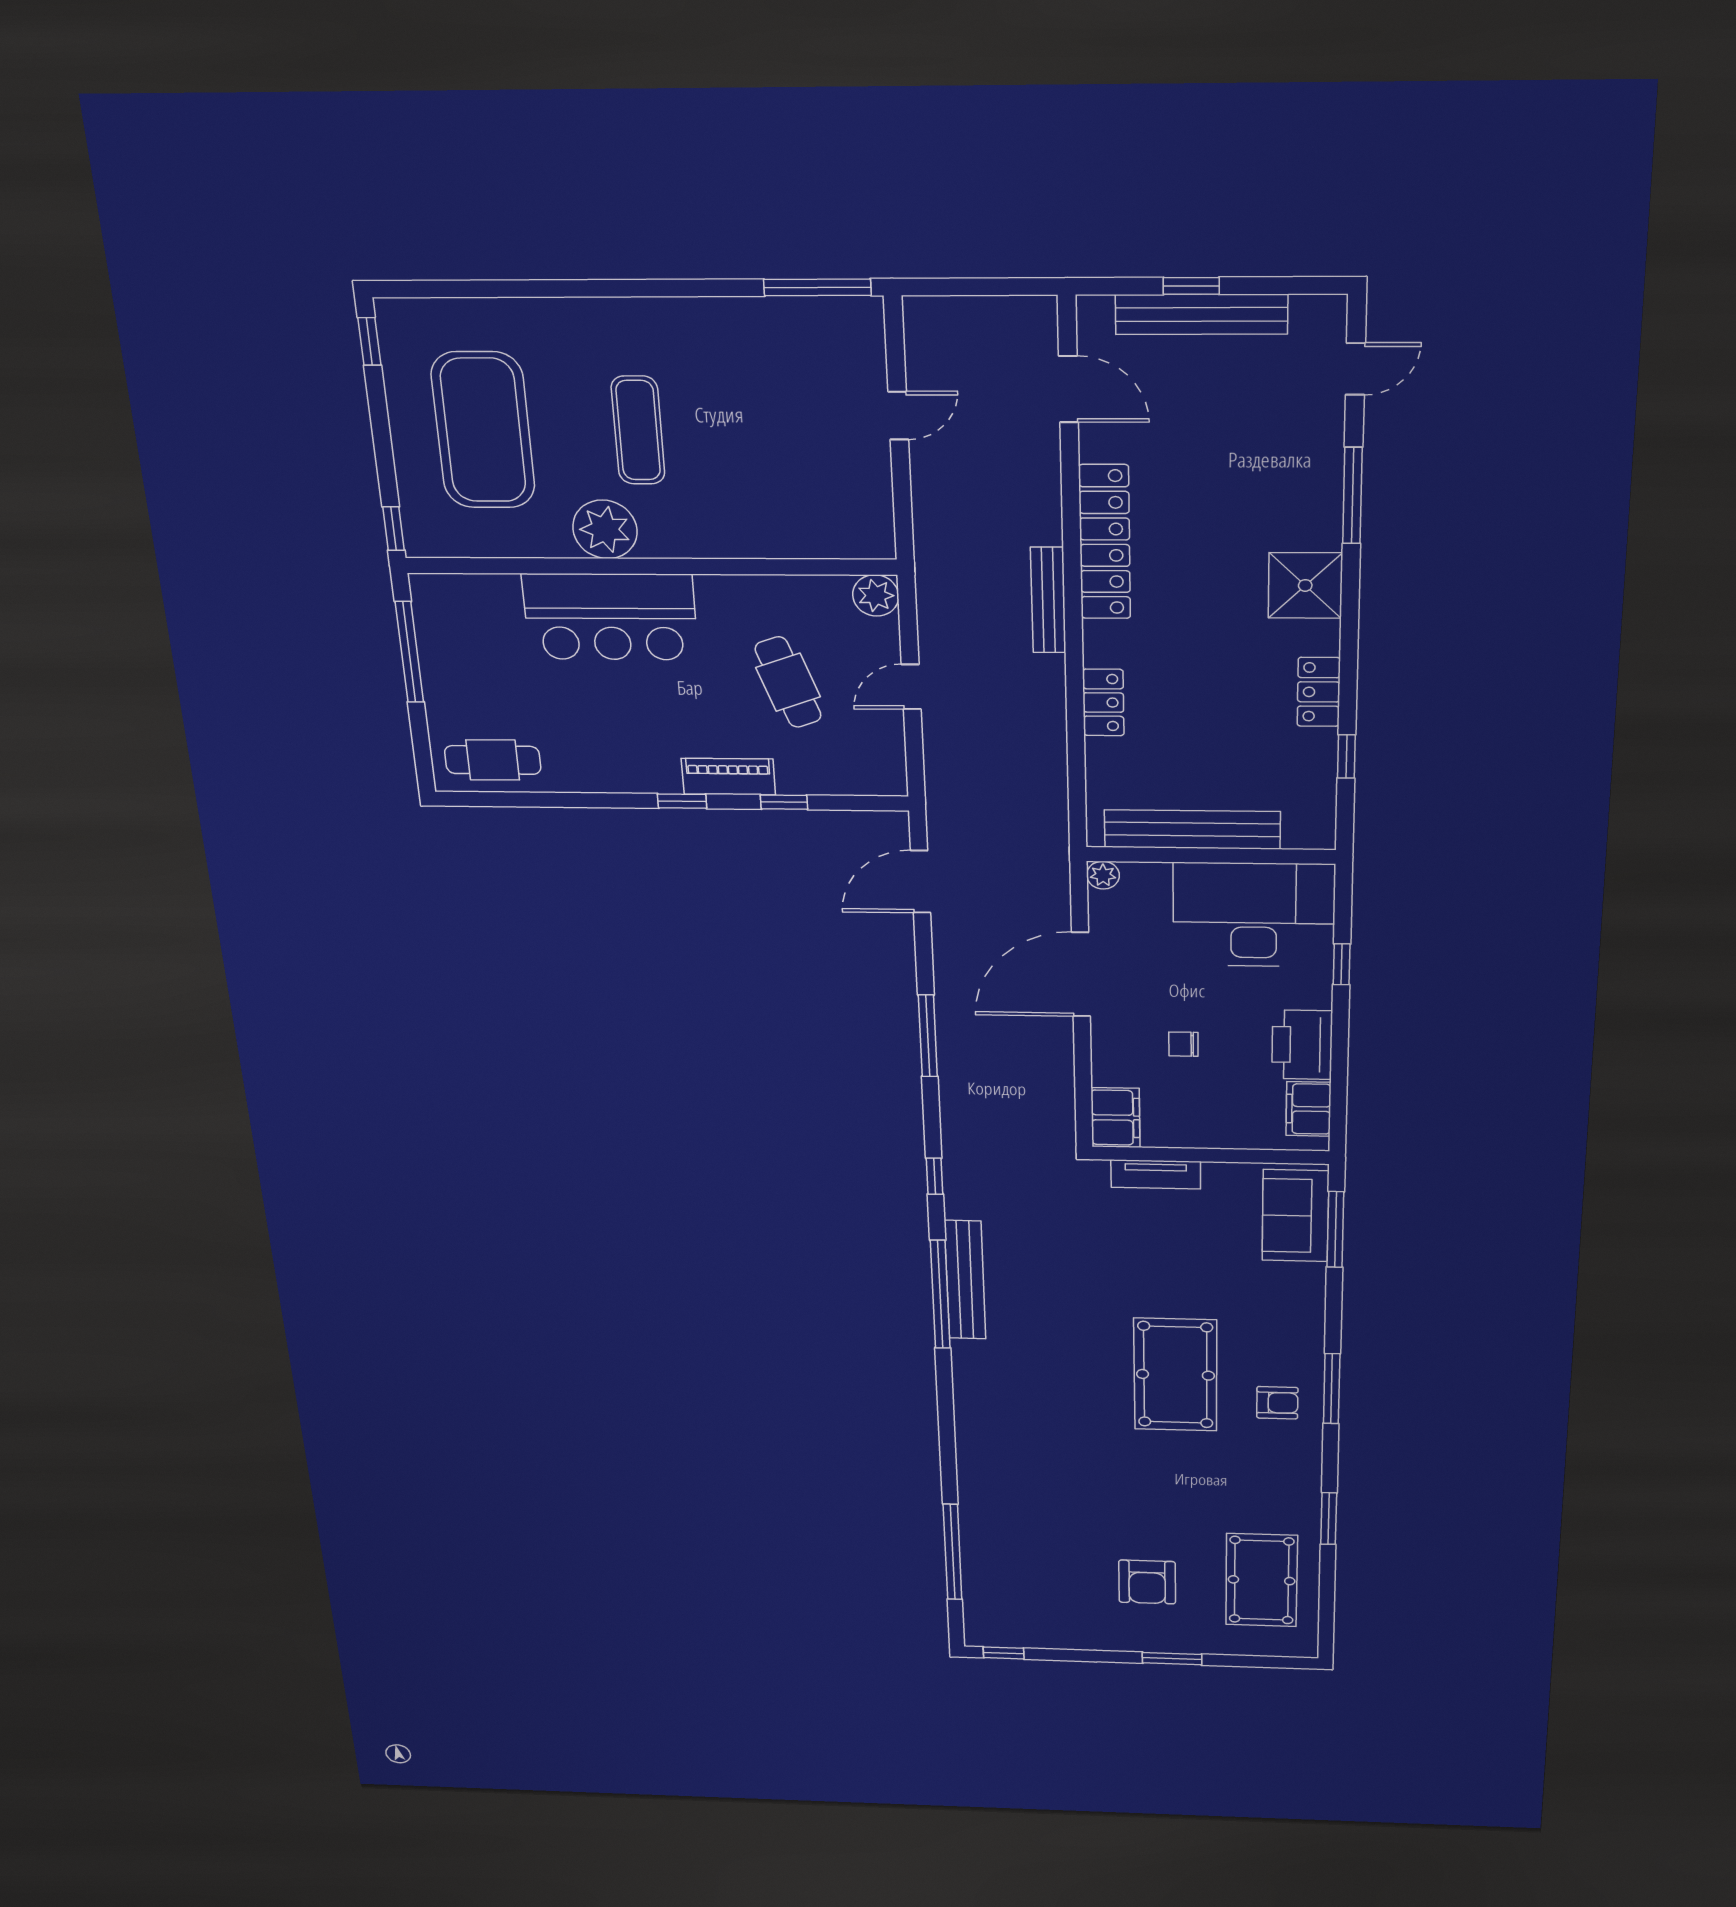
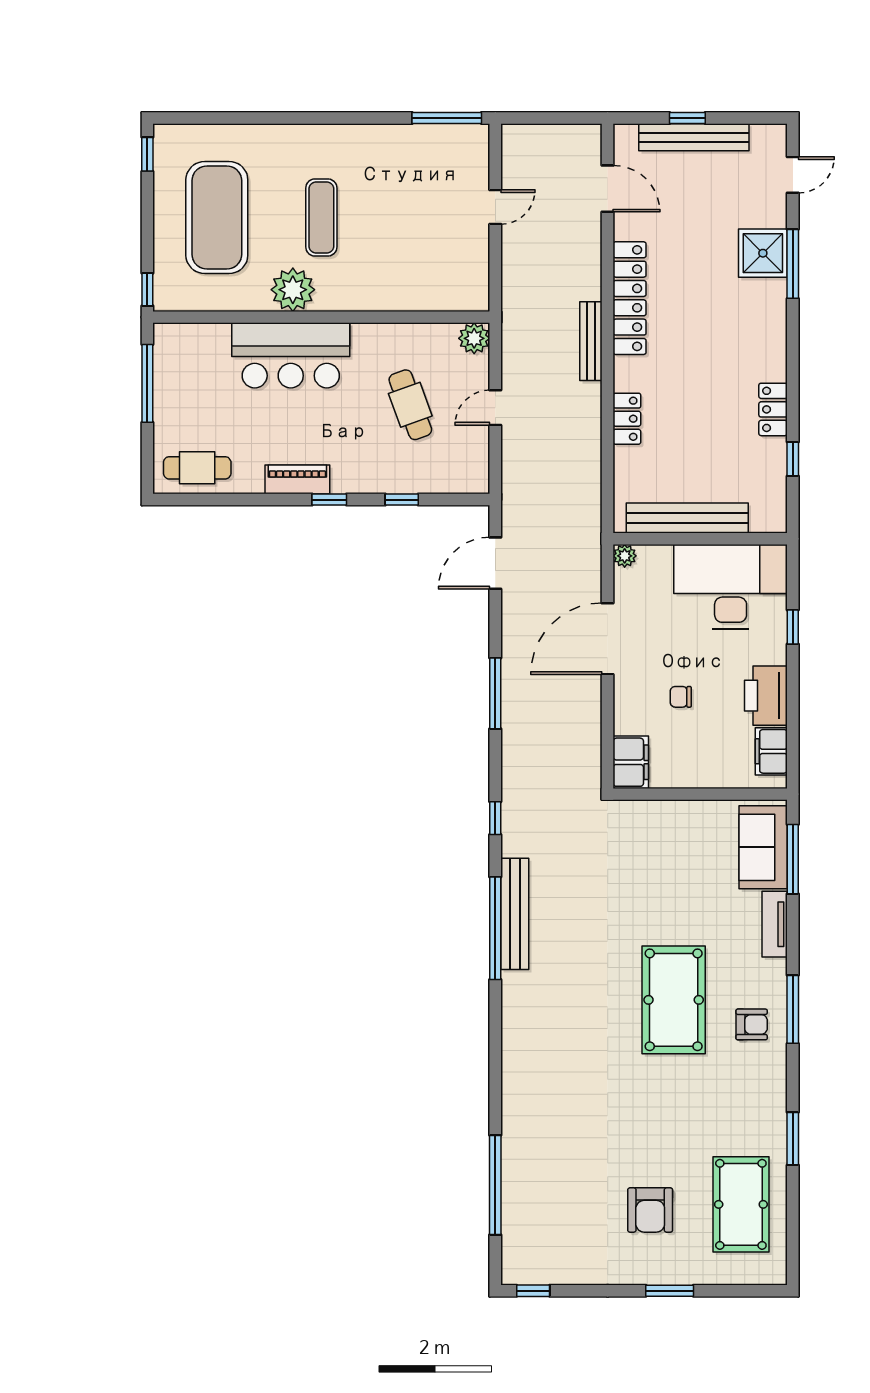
shower: (1305, 585) -> (763, 253), moved
piano: (728, 777) -> (297, 479), moved
tv unit: (1156, 1174) -> (775, 924), moved, turned 90

